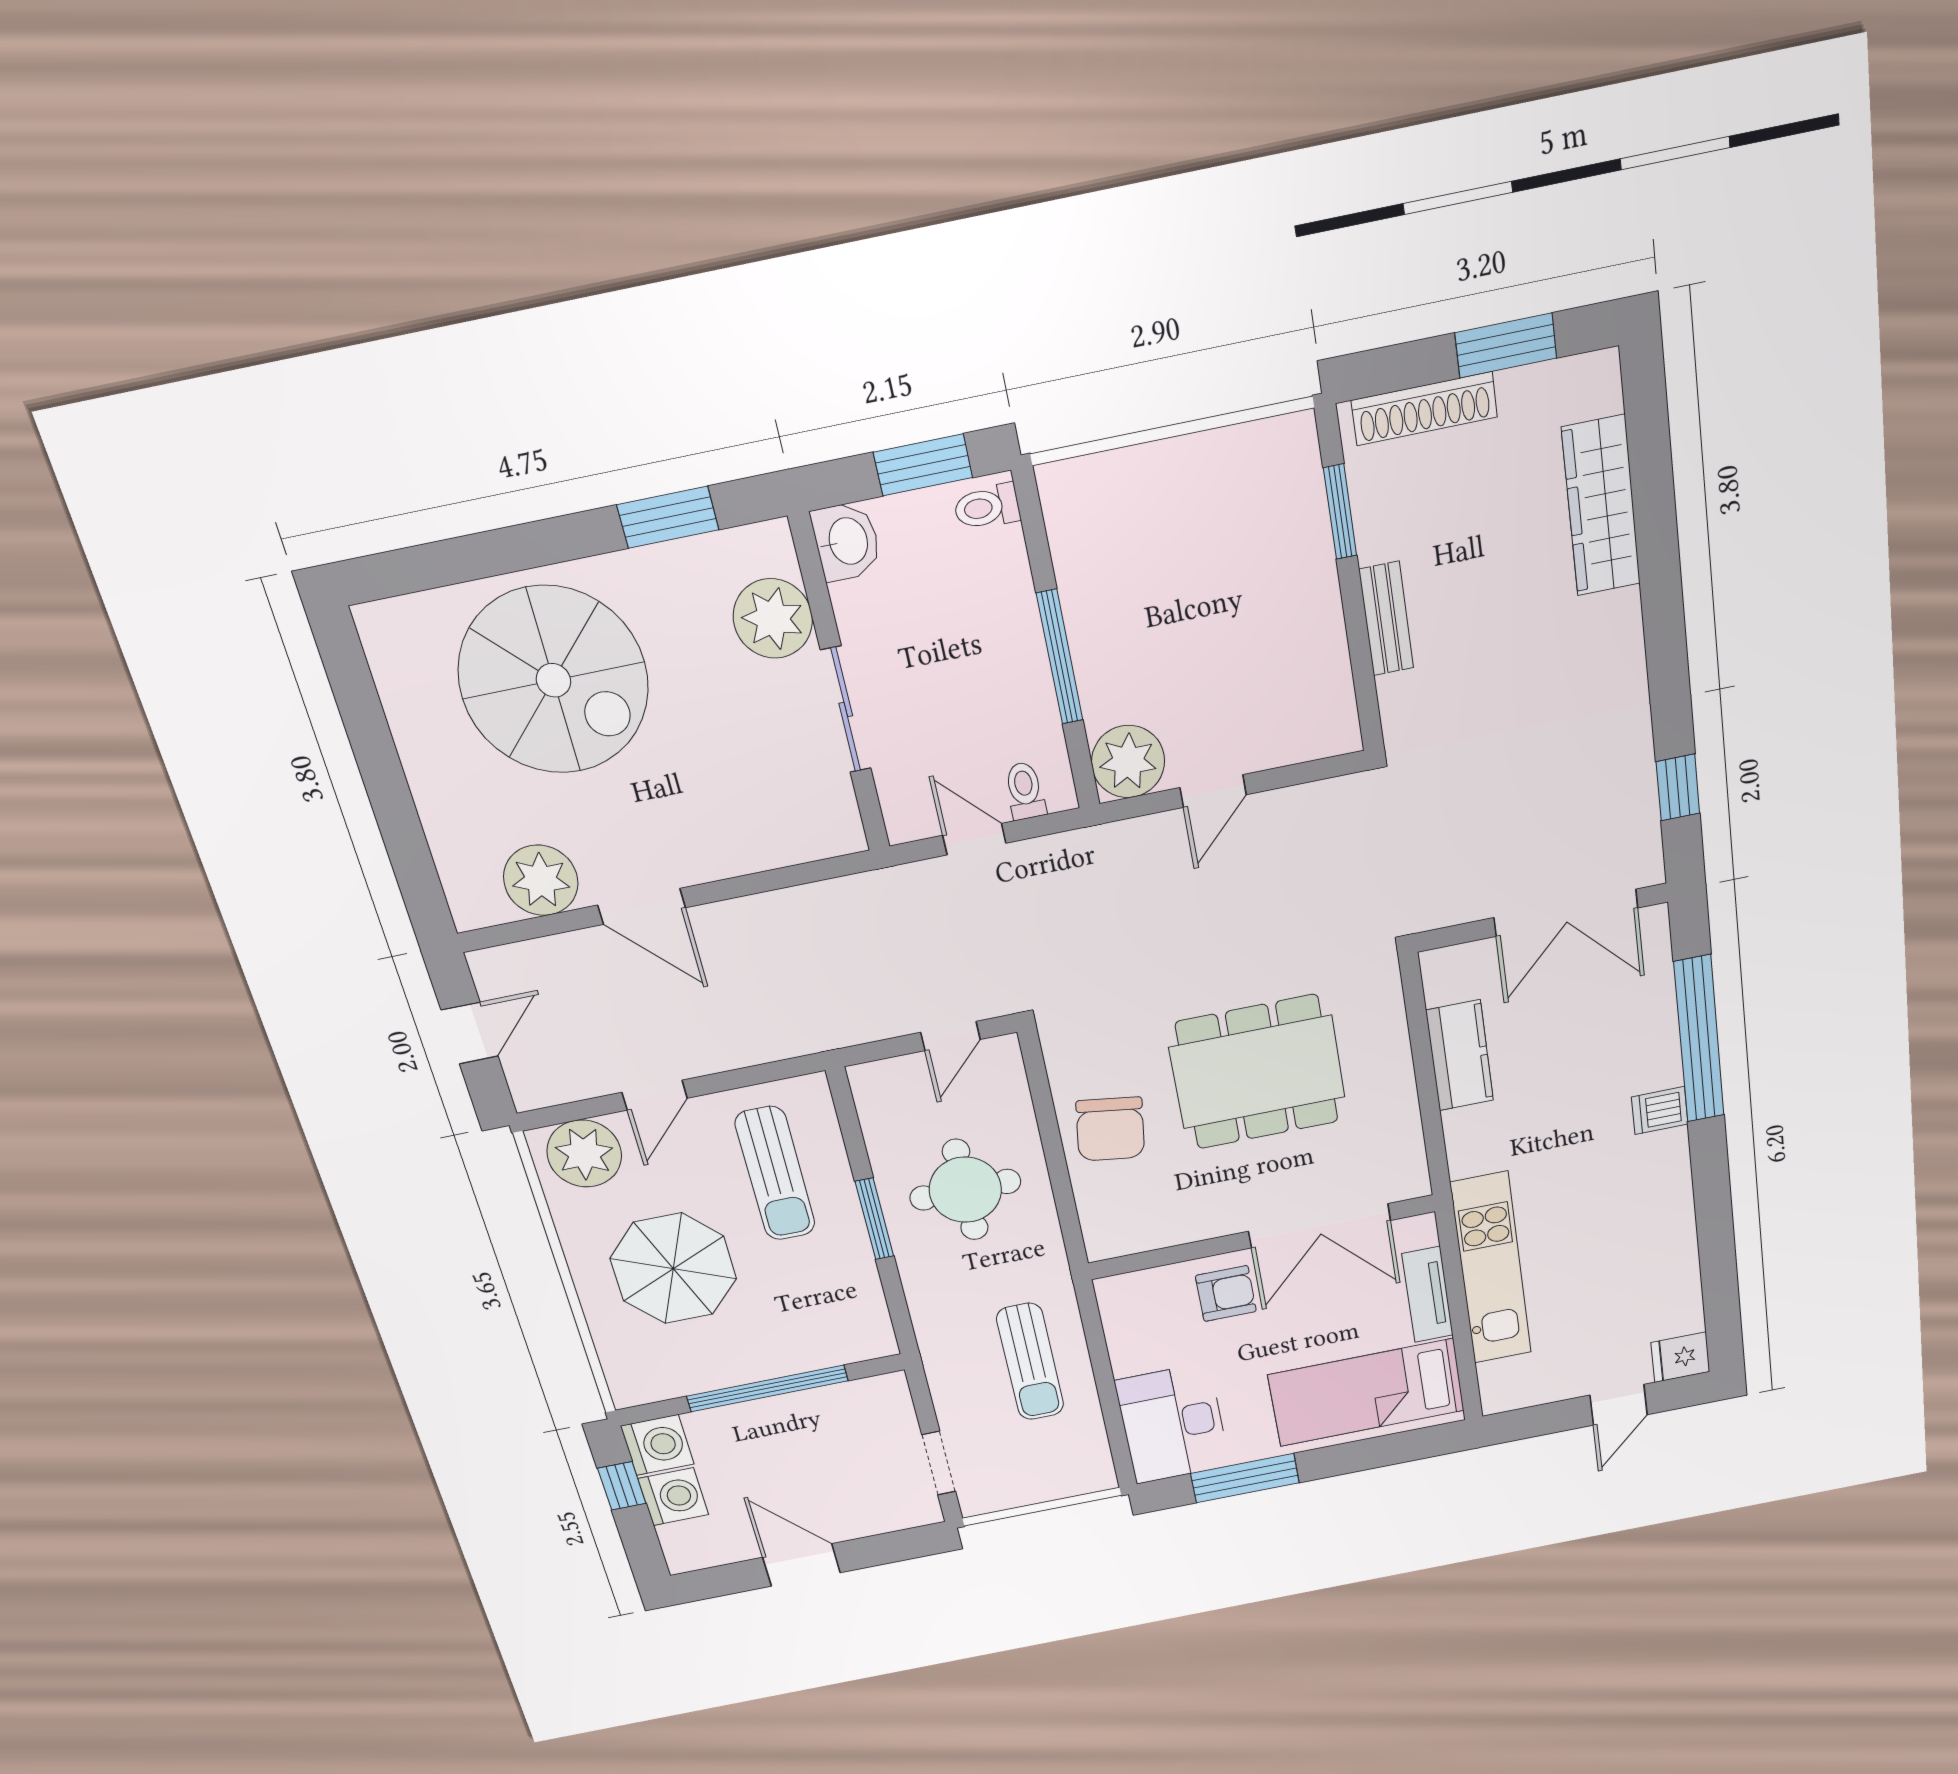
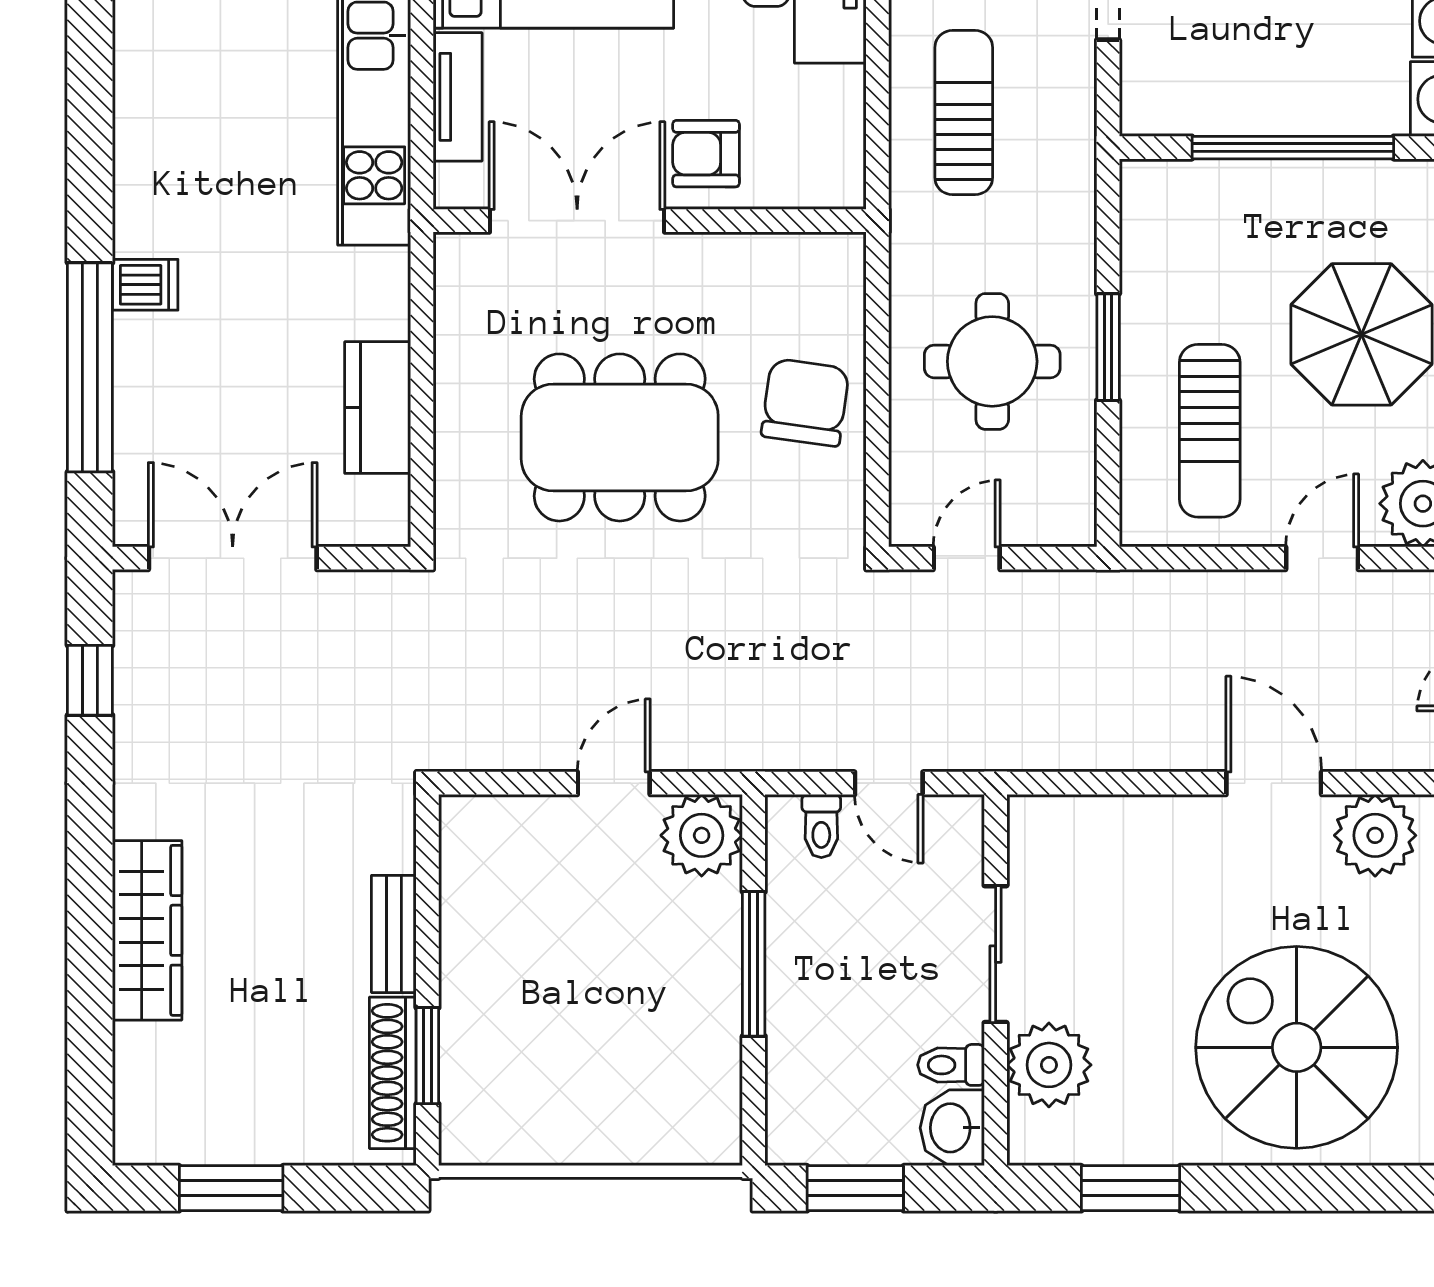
shoe rack: (1424, 409) -> (393, 1073), moved, turned -90
wardrobe: (1601, 506) -> (147, 930), moved
toilet: (987, 507) -> (951, 1065), moved, turned 180
sun lounger: (775, 1174) -> (1210, 431), turned 180

